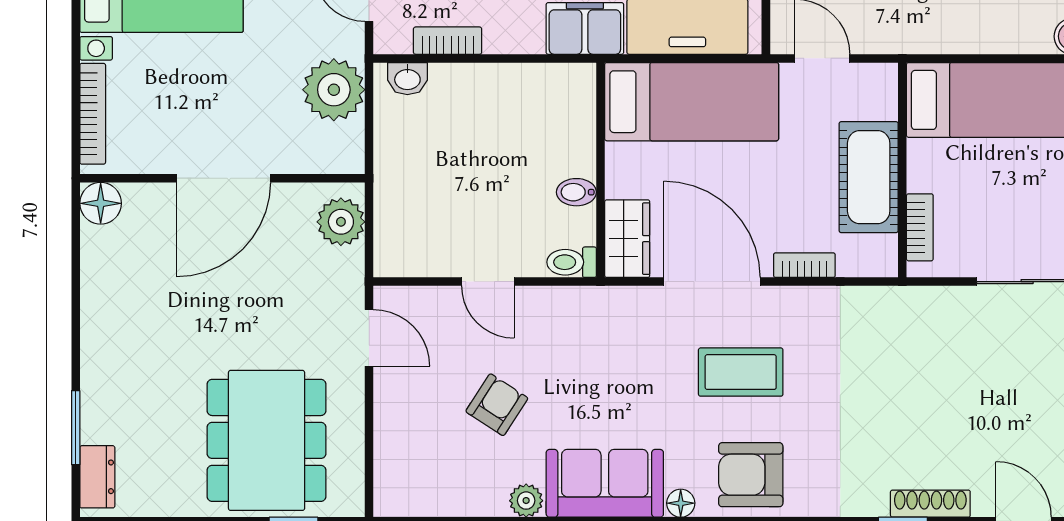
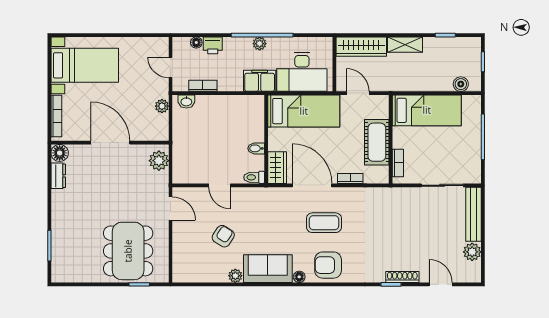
plant: (334, 90) -> (162, 106), width x0.53, depth x0.53
door: (223, 178) -> (110, 143), swing flipped
dresser: (97, 477) -> (58, 176), moved

